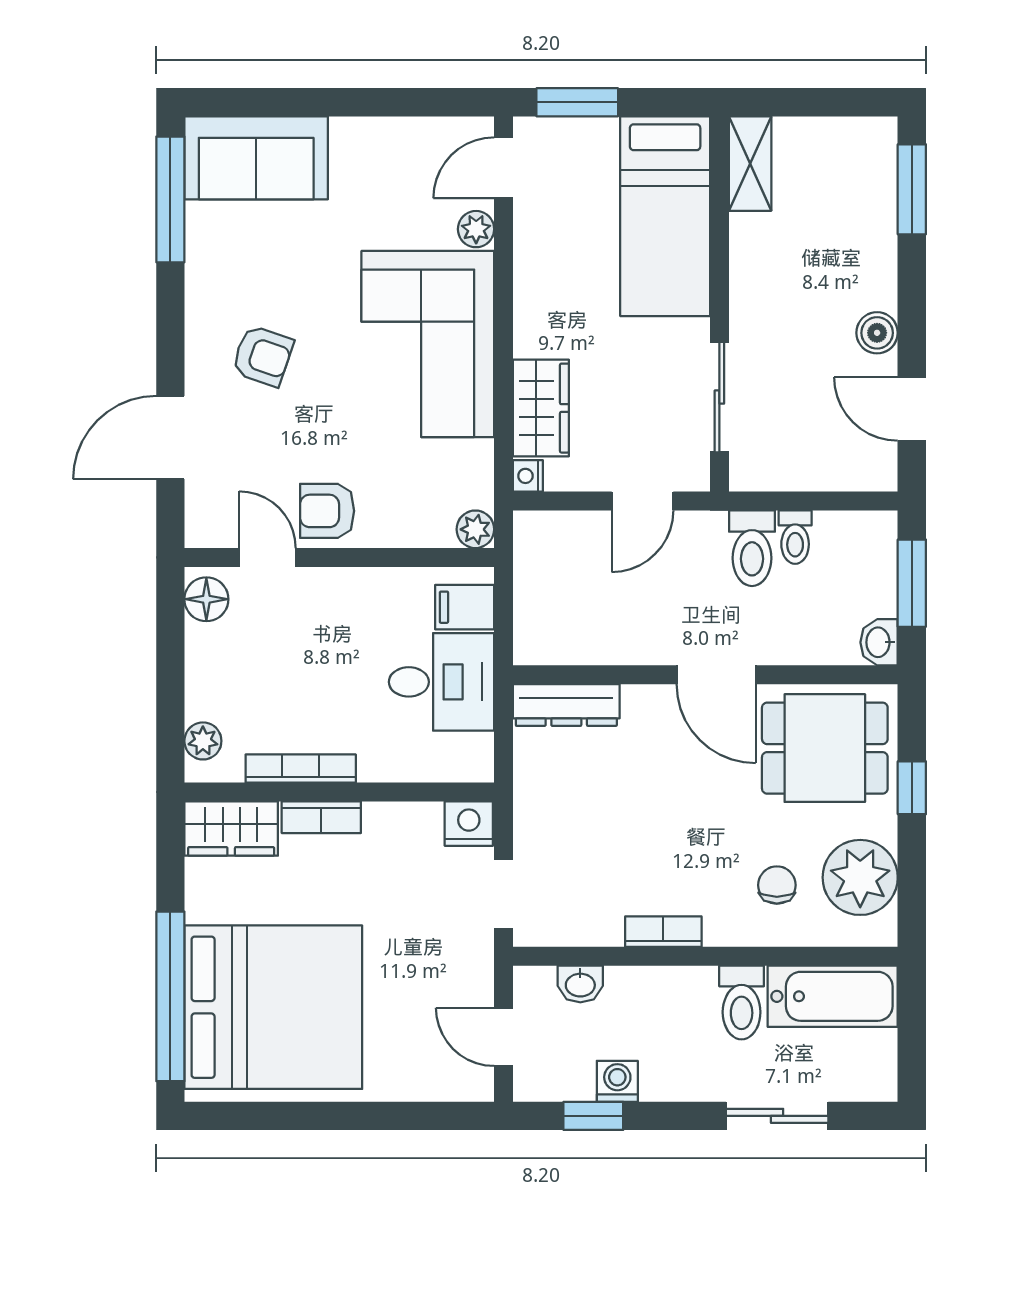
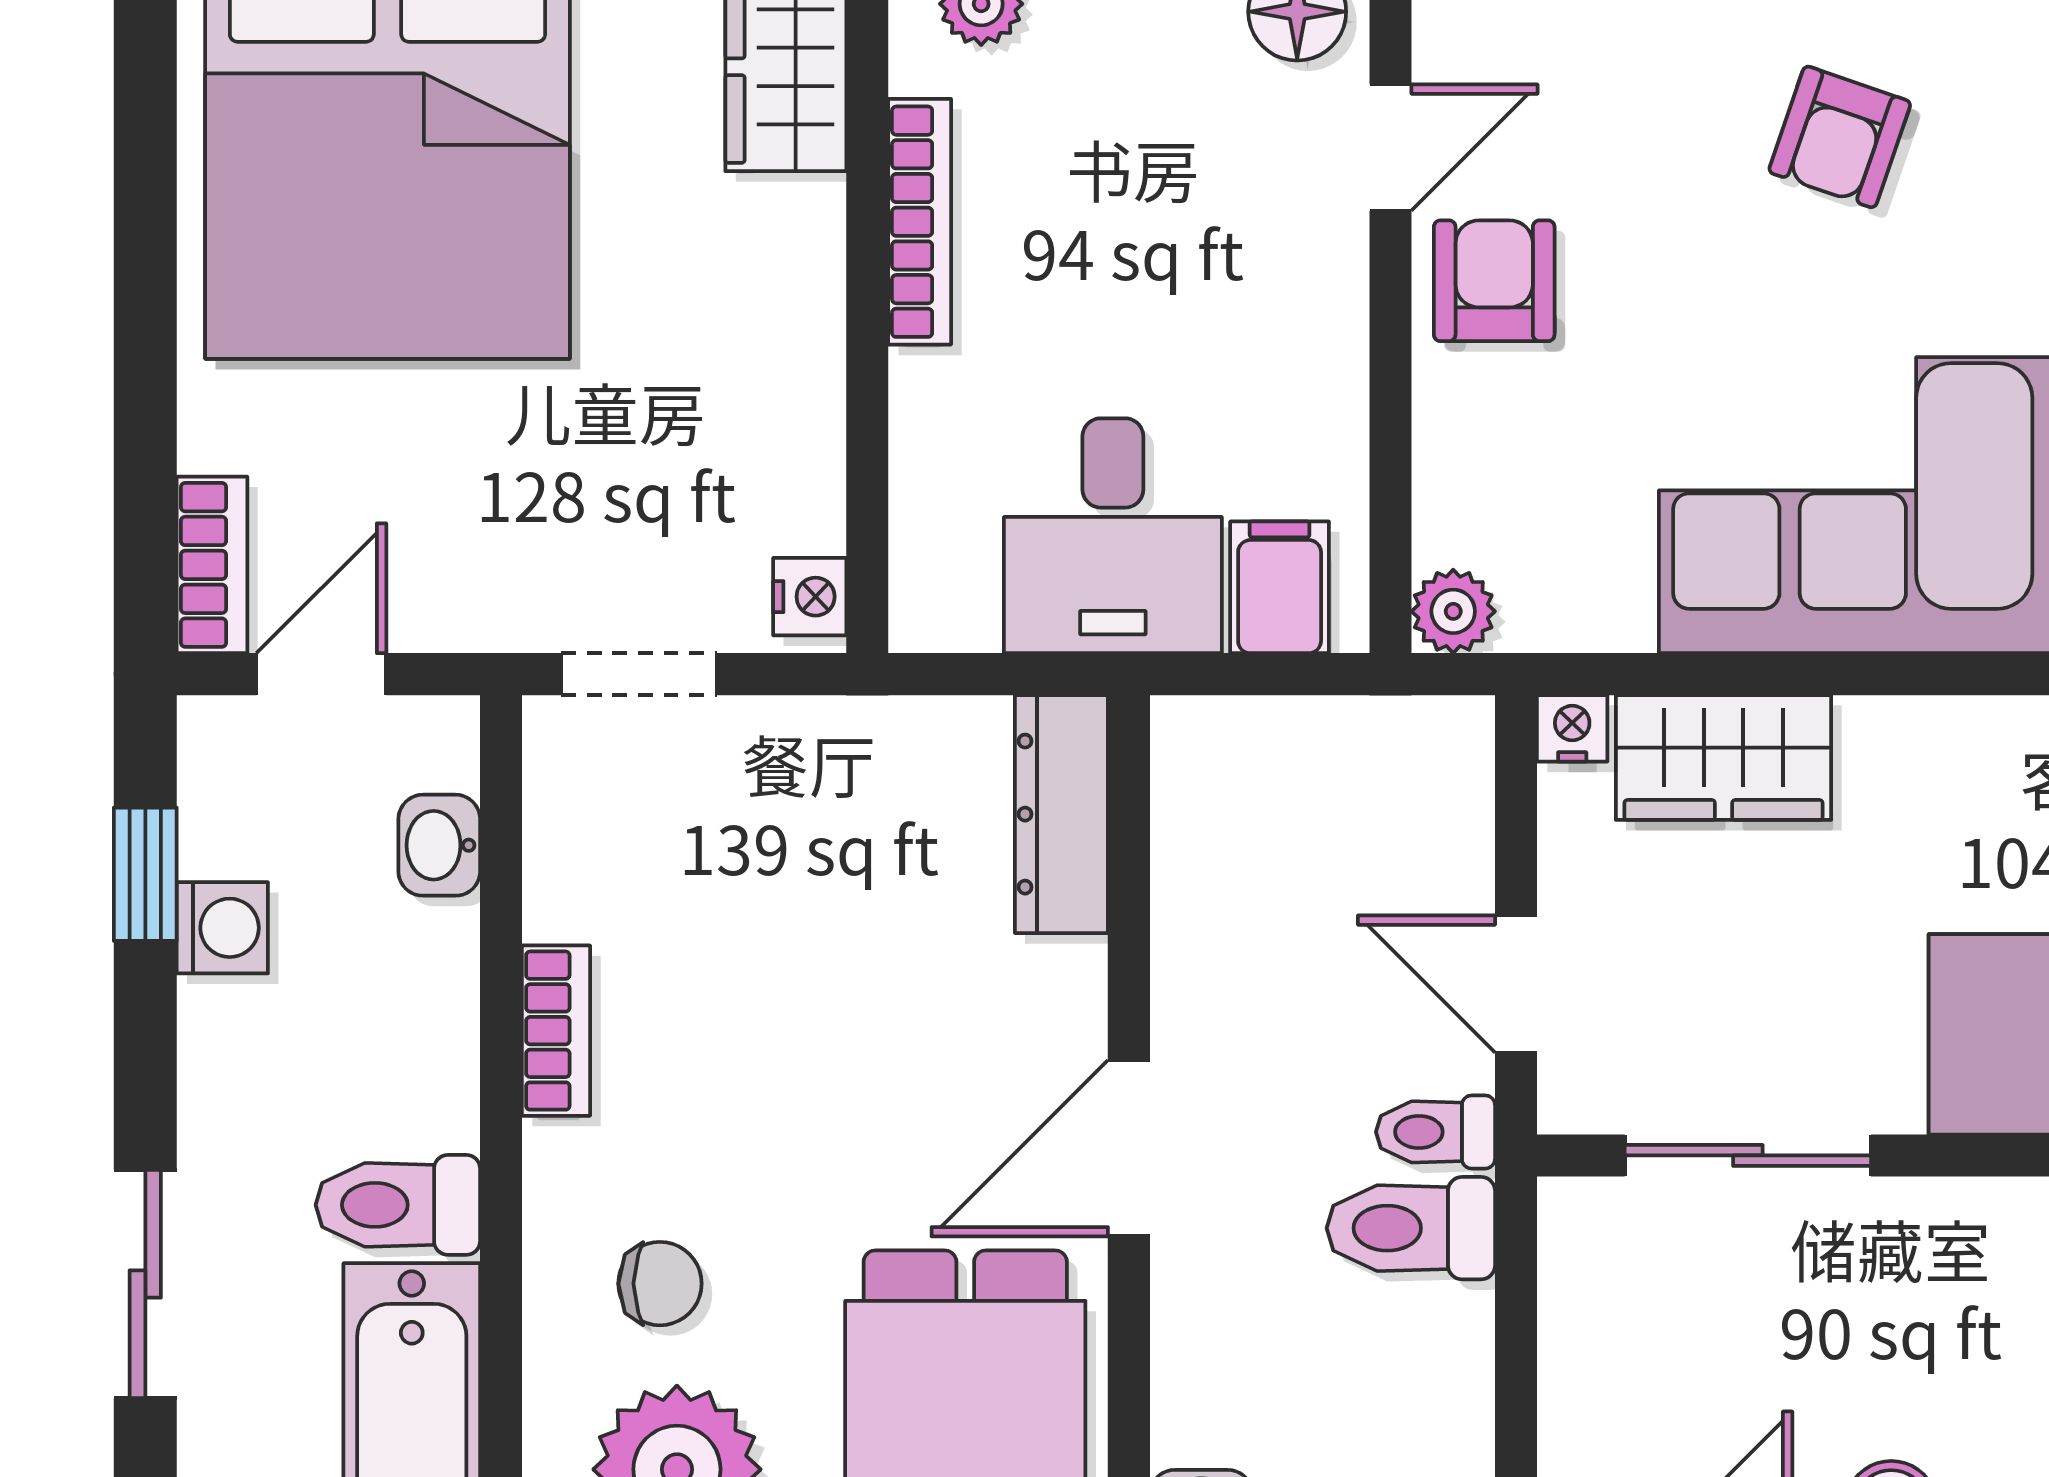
toilet: (795, 537) -> (1436, 1132), moved
bookcase: (321, 817) -> (212, 565), moved, turned 180
nightstand: (469, 824) -> (810, 597), width x0.72, depth x0.74

